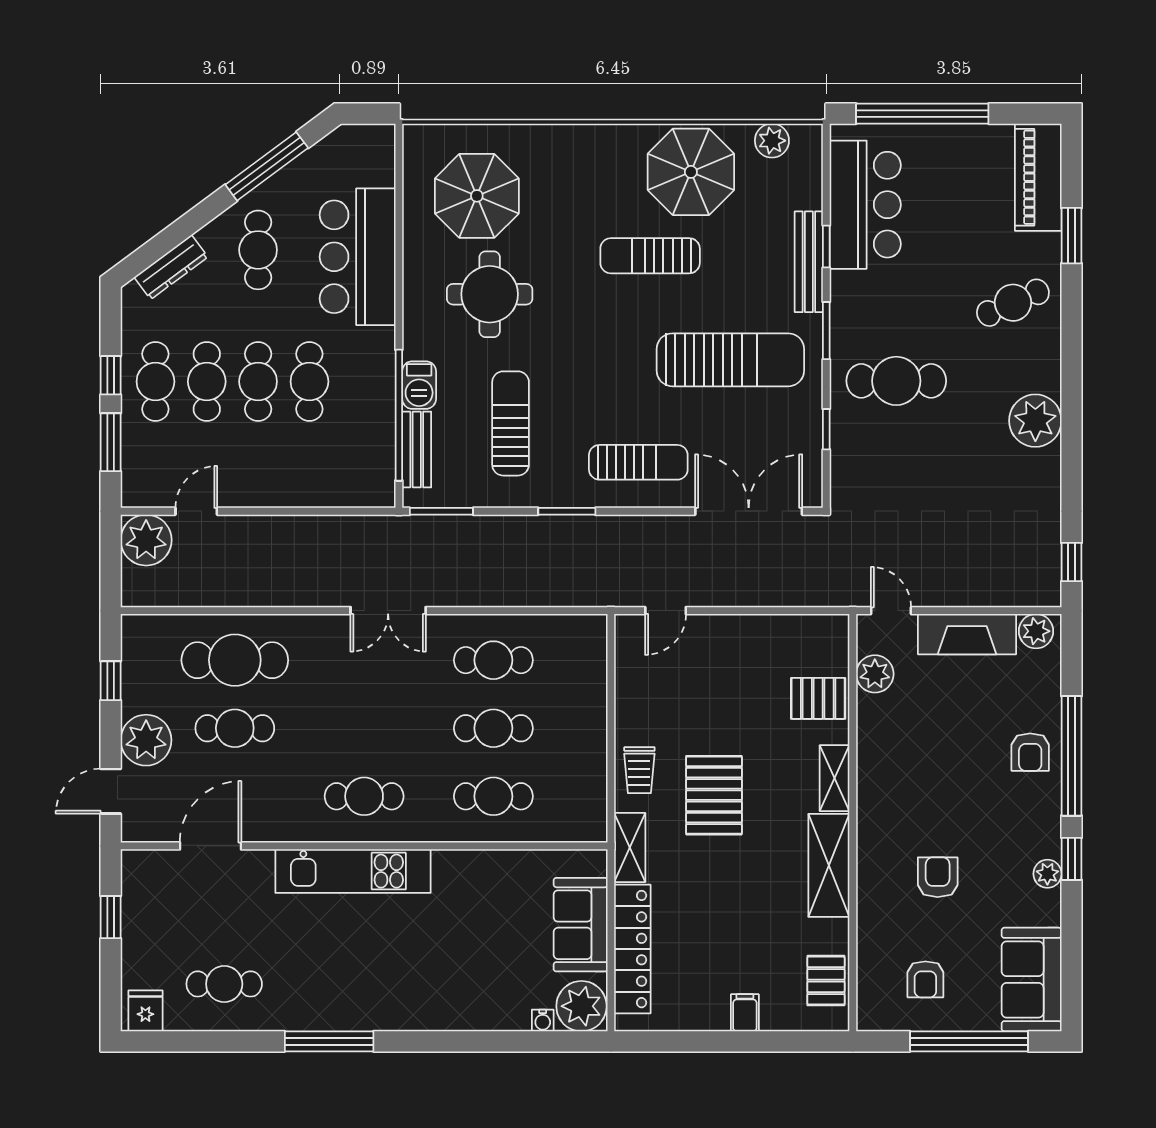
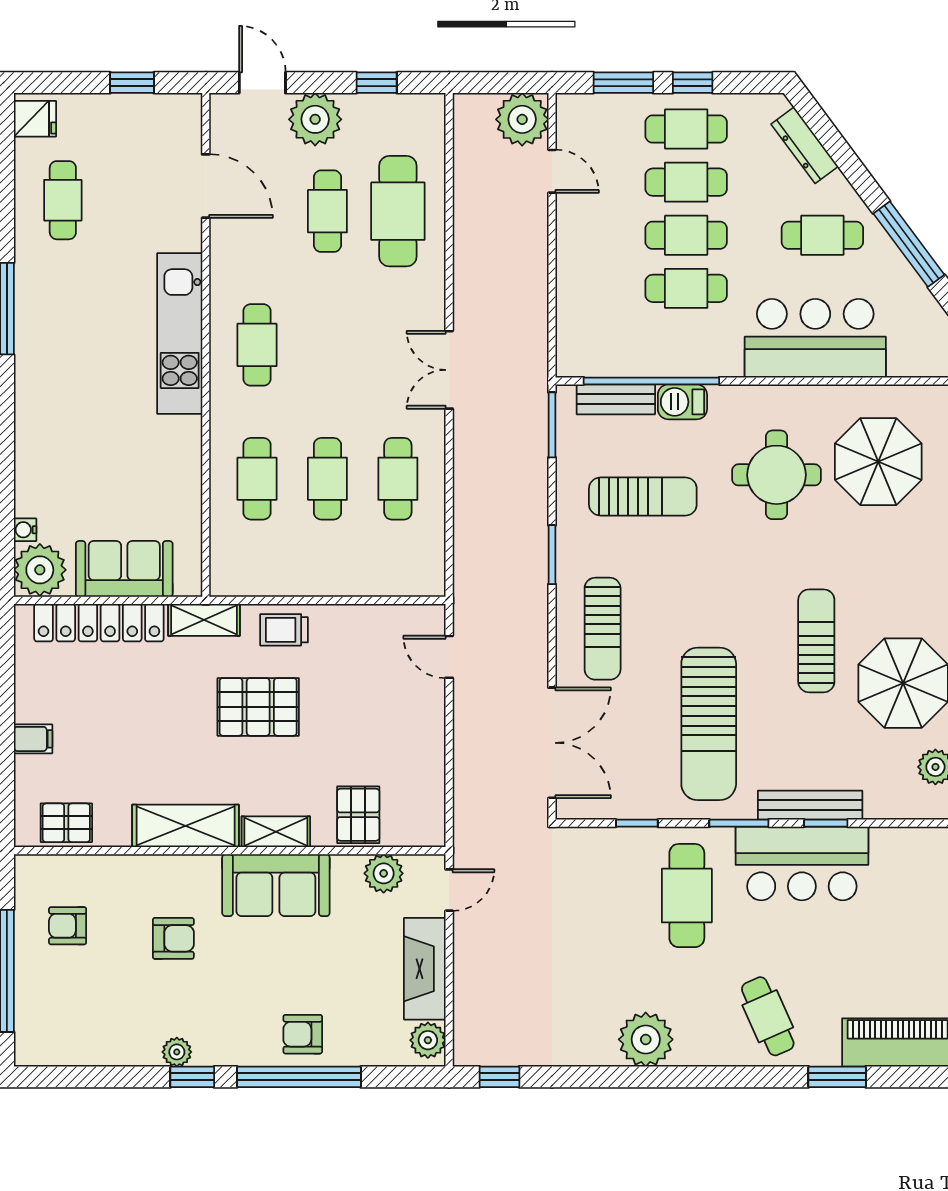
bar counter: (865, 205) -> (802, 863), moved
sofa: (1032, 979) -> (276, 885), moved, turned 180

